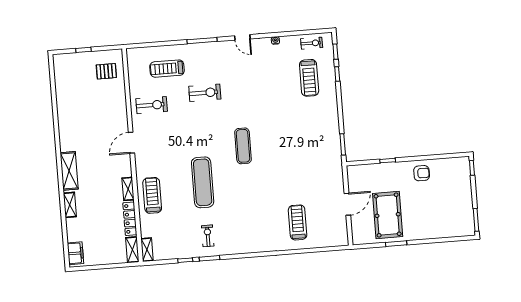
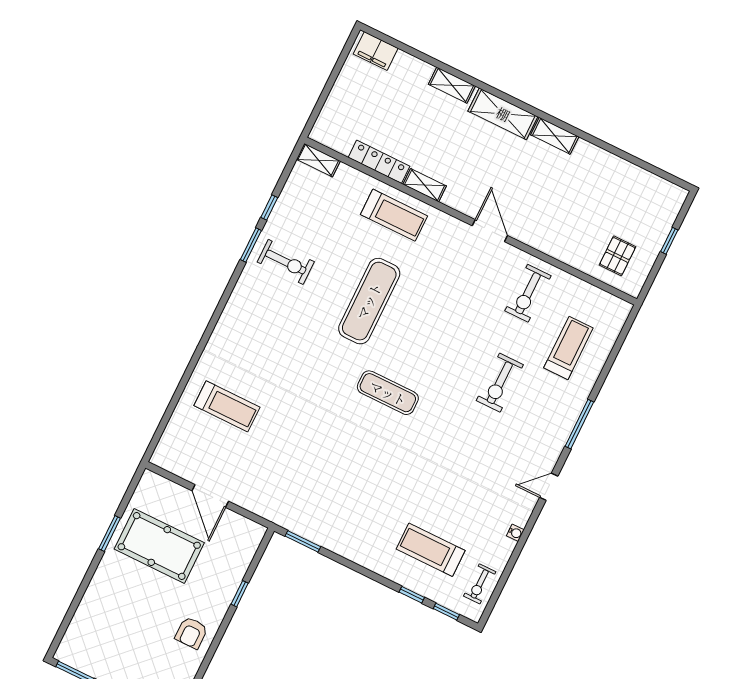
exercise mat: (203, 182) -> (369, 301), turned 90
exercise bike: (208, 236) -> (286, 262), width x1.38, depth x1.39
shelving: (132, 250) -> (555, 136), moved

